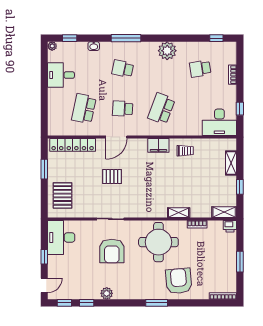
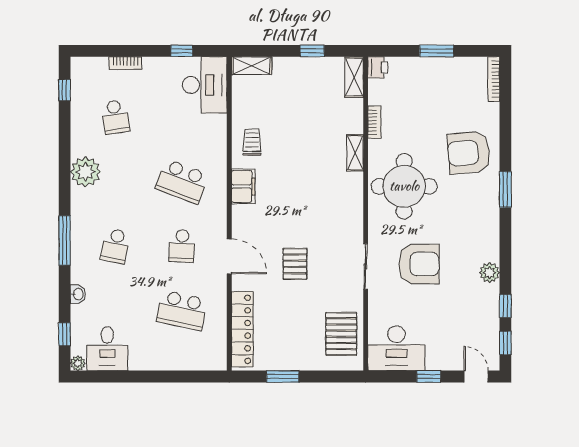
desk: (61, 75) -> (107, 349), moved
shelving: (231, 163) -> (252, 66), moved
pallet: (63, 195) -> (341, 334), moved, turned 90

